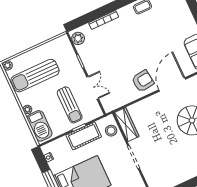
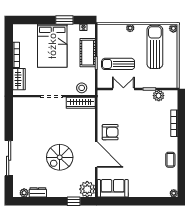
plant: (78, 38) -> (159, 96), moved
armchair: (143, 81) -> (110, 132), turned -83
double door: (93, 88) -> (123, 89), swing flipped
barbecue: (40, 126) -> (112, 32), removed
cot: (84, 136) -> (88, 53), moved

